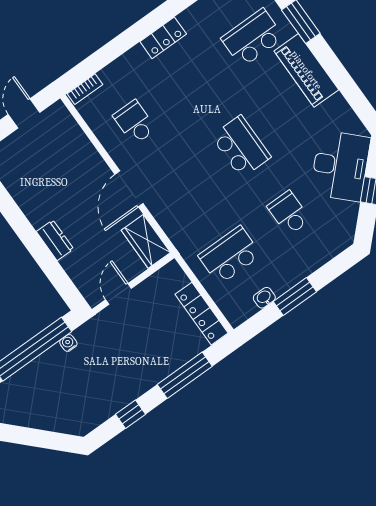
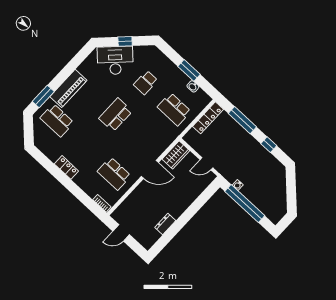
school desk: (135, 122) -> (114, 174), width x1.85
dresser: (55, 240) -> (165, 224), moved

